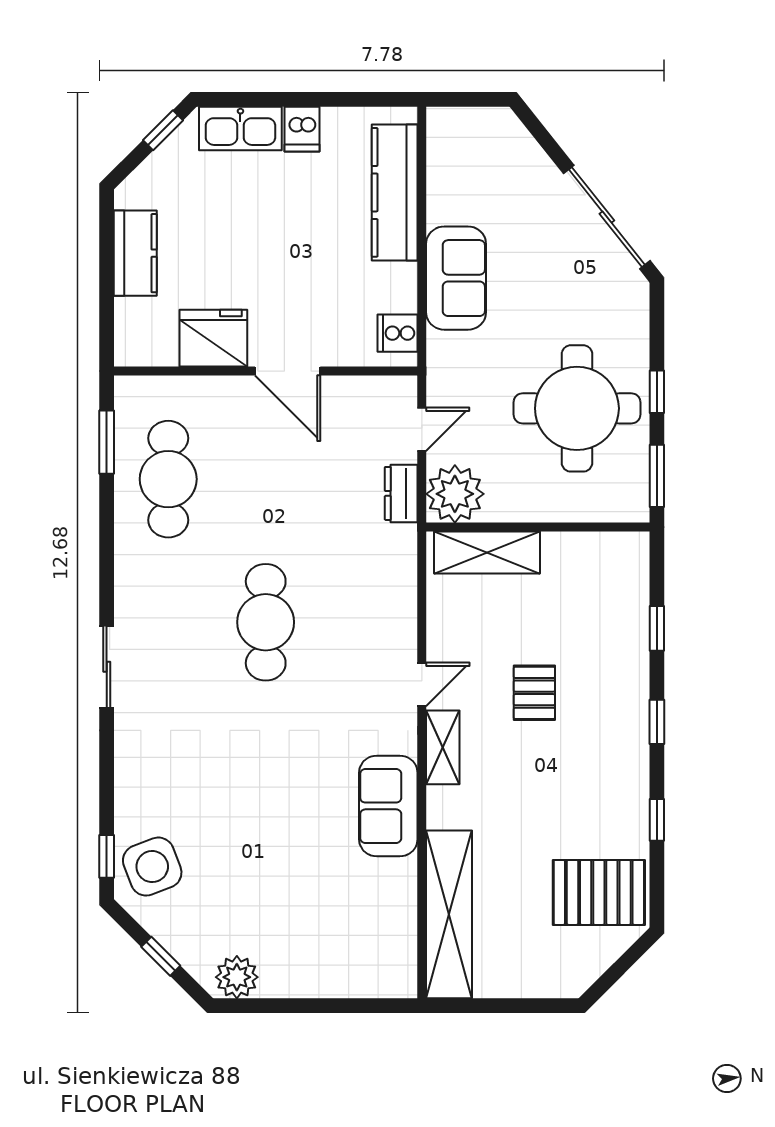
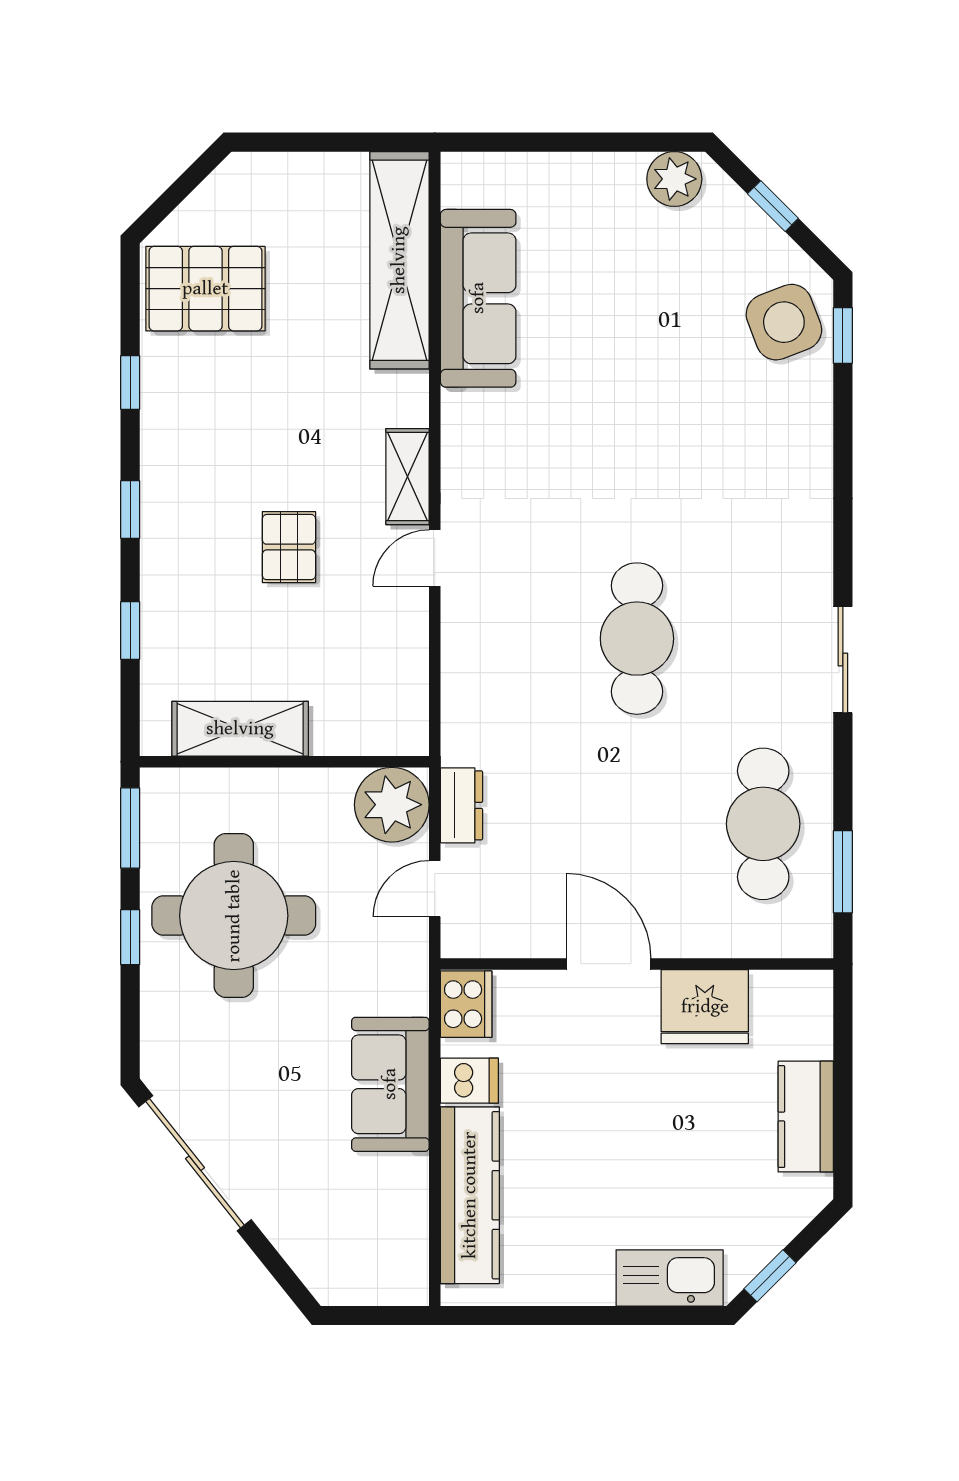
dishwasher: (302, 129) -> (469, 1081), moved, turned 90
cooker: (398, 333) -> (466, 1004), width x1.36
shelving: (487, 553) -> (240, 729), moved
sliding door: (107, 667) -> (843, 660), moved
sofa: (388, 806) -> (478, 298), moved, width x1.36

